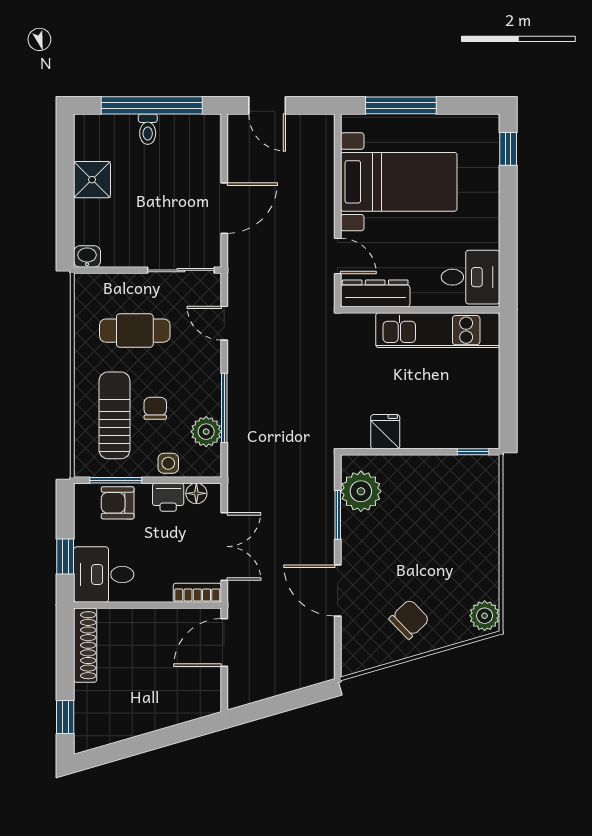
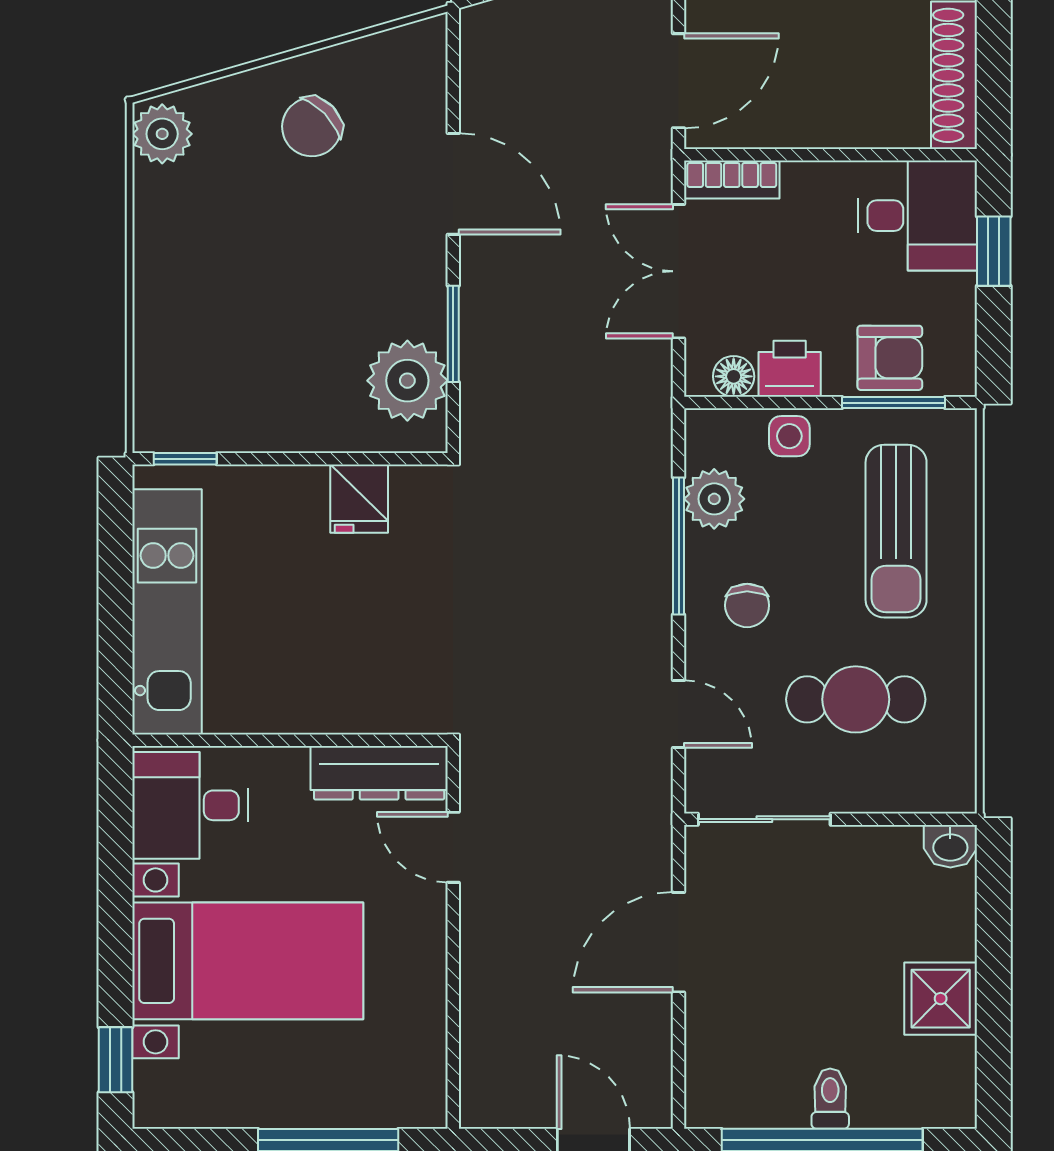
bed with nightstands: (399, 182) -> (248, 961), moved, turned 180
kitchen unit: (438, 330) -> (167, 612), moved, turned 90
chair: (155, 408) -> (747, 605), moved

